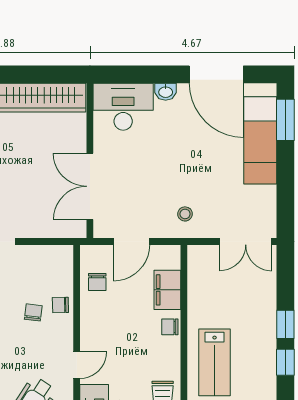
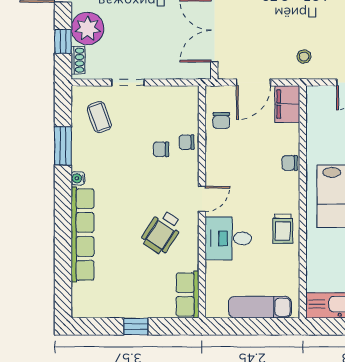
filing cabinet: (167, 290) -> (287, 104), moved
chair: (33, 312) -> (161, 149), turned -97

